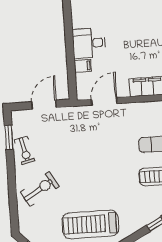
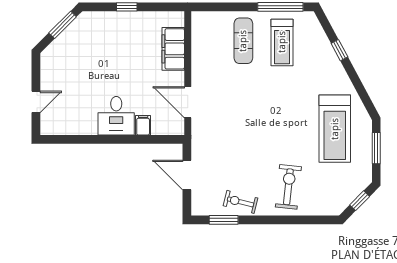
exercise bike: (25, 150) -> (241, 202), turned -152
exercise bike: (40, 189) -> (288, 187), turned 37

